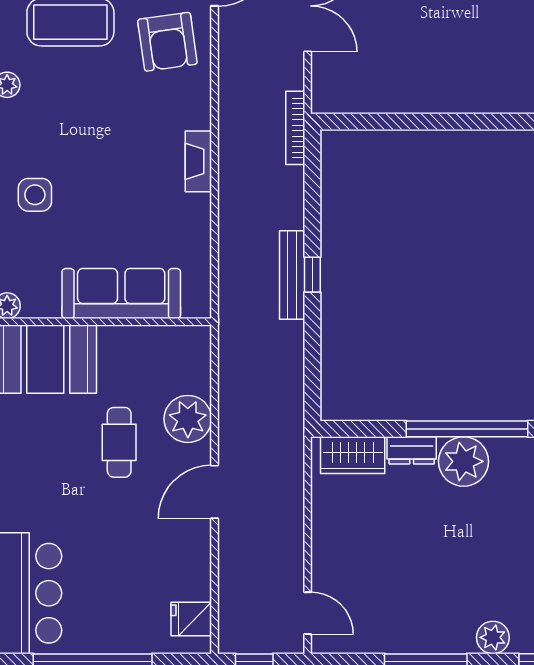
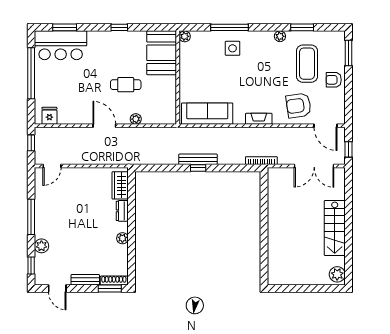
fireplace: (198, 161) -> (259, 119), moved
sofa: (121, 294) -> (207, 114), moved, turned -90
plant: (188, 419) -> (136, 119), width x0.53, depth x0.53
window: (467, 429) -> (132, 235), removed
plant: (464, 461) -> (122, 238), width x0.53, depth x0.53

